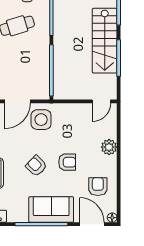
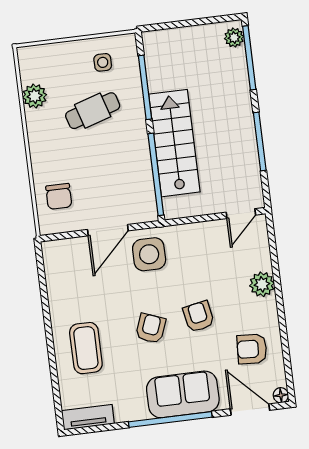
stairs: (105, 41) -> (174, 143), moved, turned 180
armchair: (67, 162) -> (199, 316), turned -101
armchair: (36, 166) -> (151, 328), turned 67
armchair: (98, 187) -> (252, 349), turned -87

